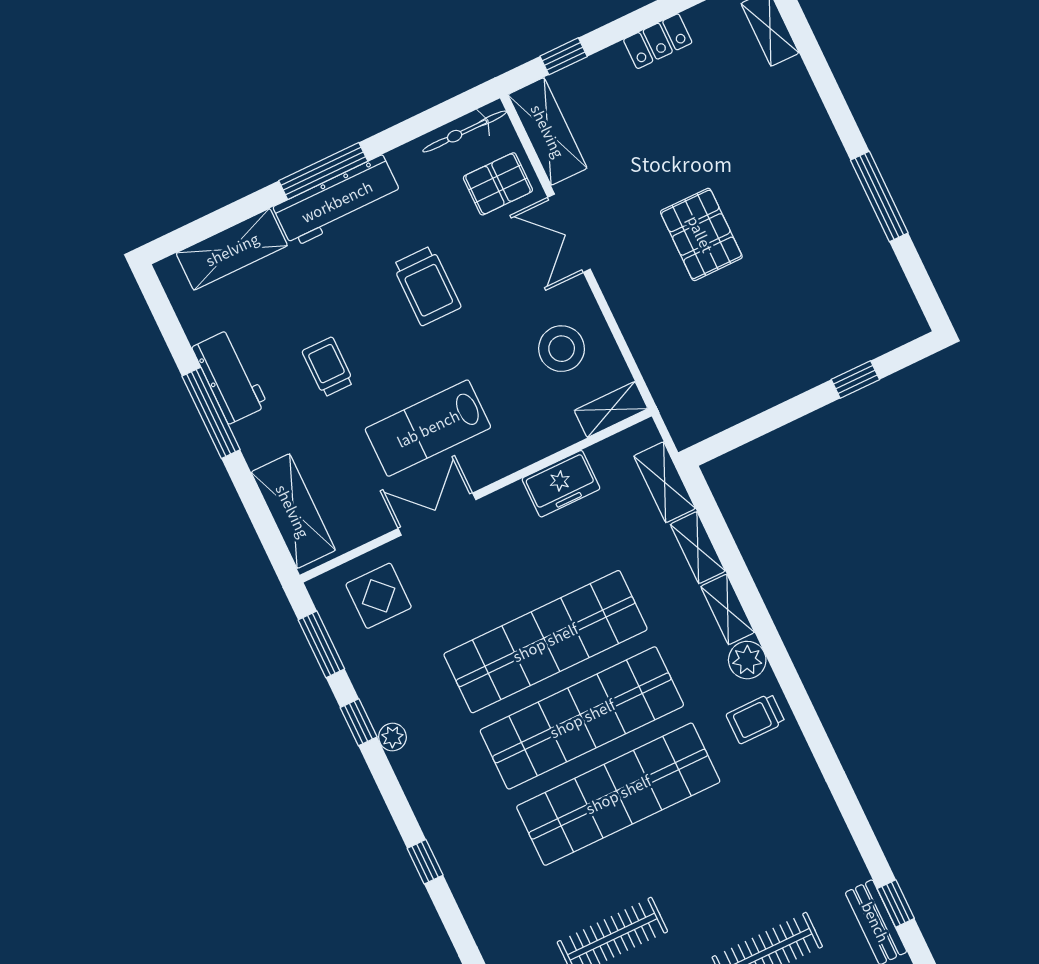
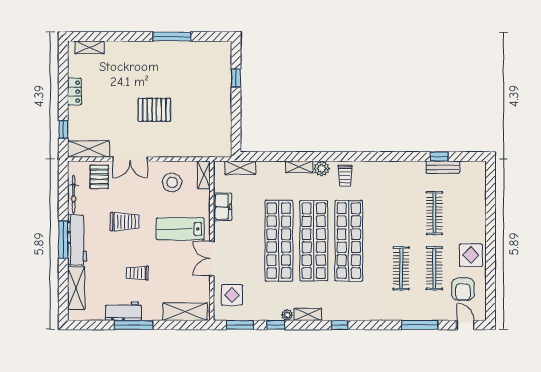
bicycle: (465, 131) -> (74, 194), moved
lab bench: (428, 428) -> (180, 229), moved, turned 90
shelving: (698, 548) -> (308, 314), moved

